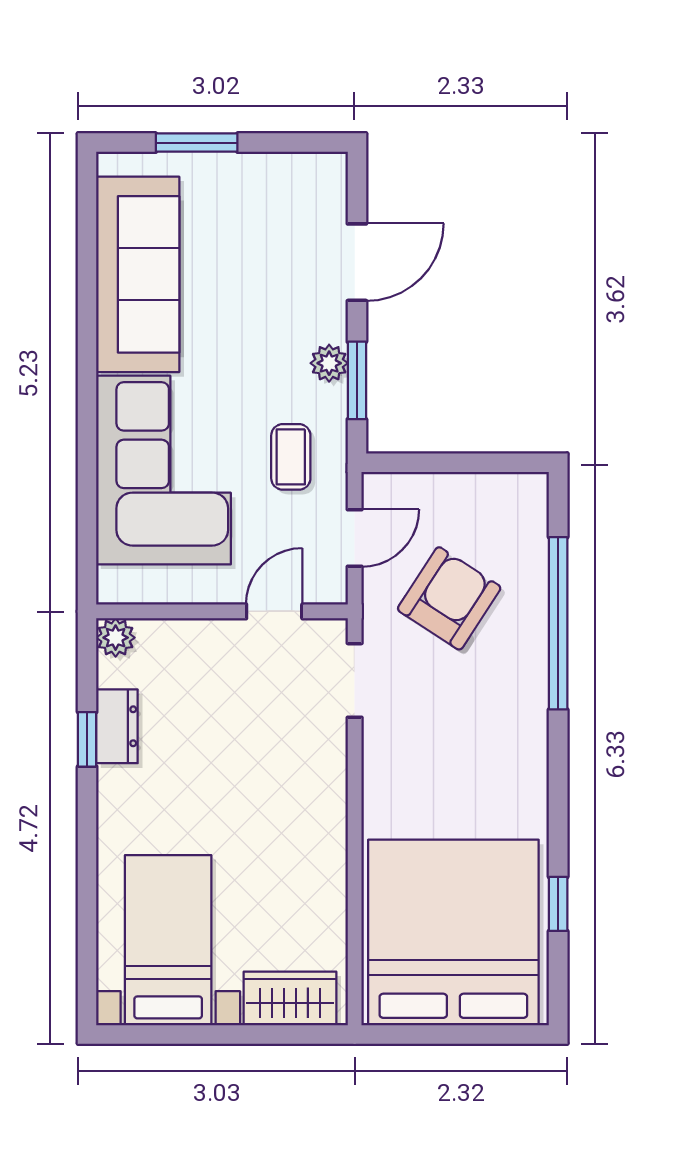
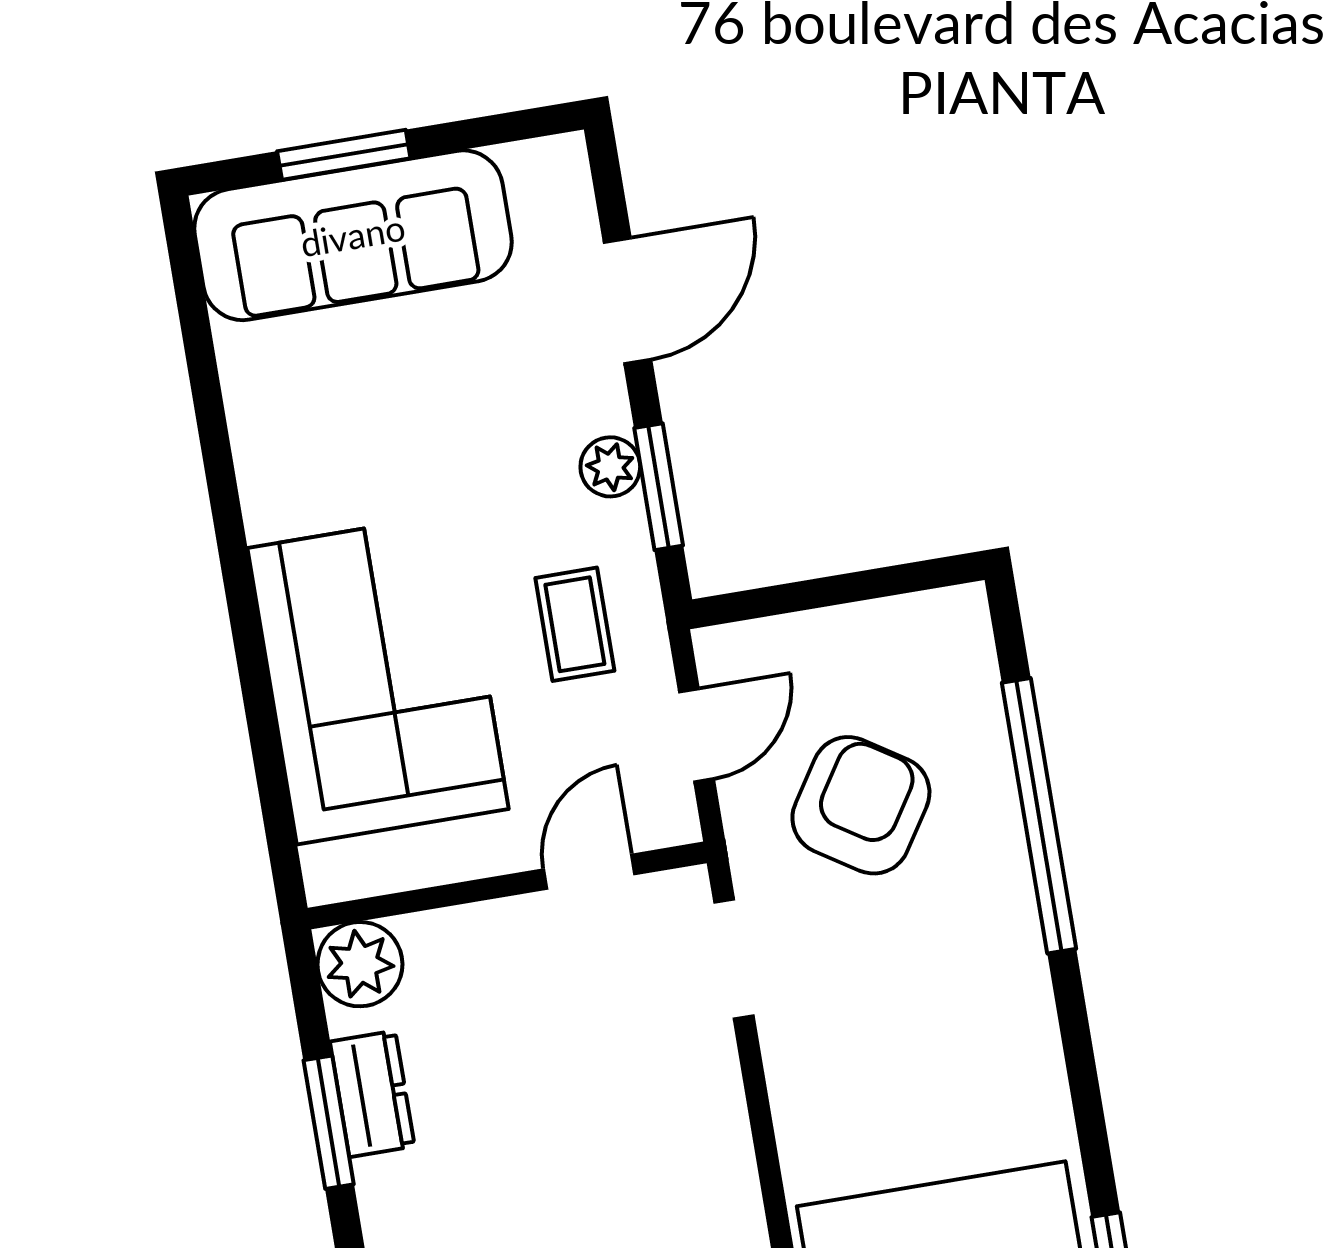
sofa: (138, 274) -> (353, 235), moved, turned 90
plant: (116, 638) -> (360, 964), width x1.38, depth x1.38
window: (87, 739) -> (329, 1122), width x1.50

